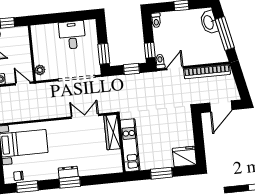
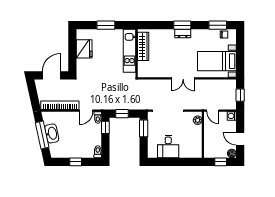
washbasin: (209, 22) -> (52, 133), moved
double door: (85, 116) -> (183, 78), moved
wardrobe: (112, 132) -> (143, 46), moved
fridge: (184, 157) -> (84, 49), moved, turned -90

